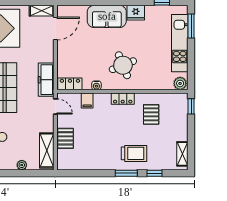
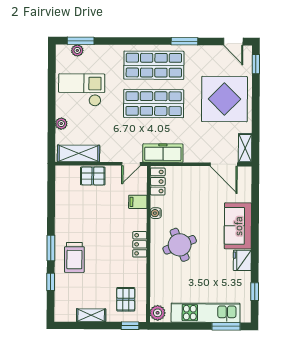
pallet: (151, 114) -> (126, 299), moved, turned 90
shelving: (182, 154) -> (91, 315), moved

